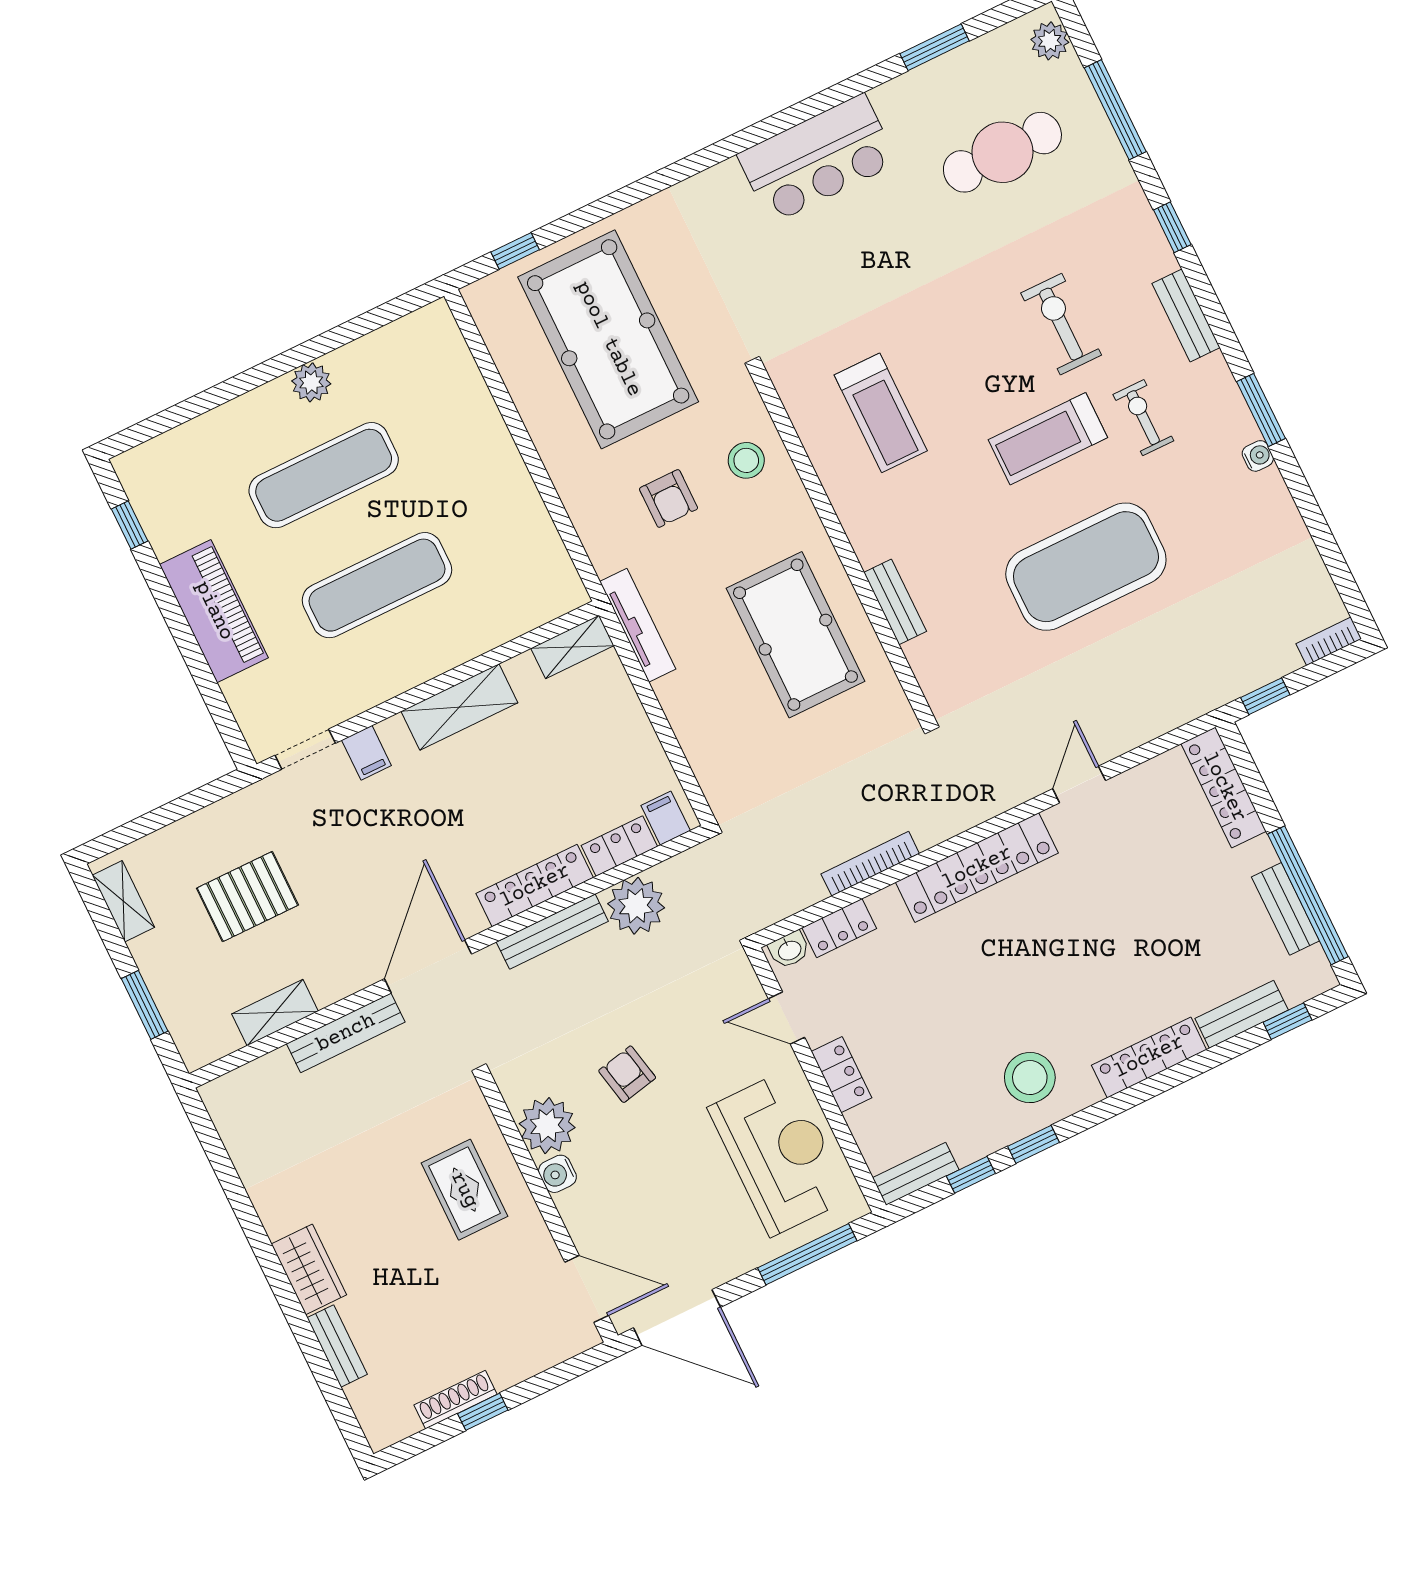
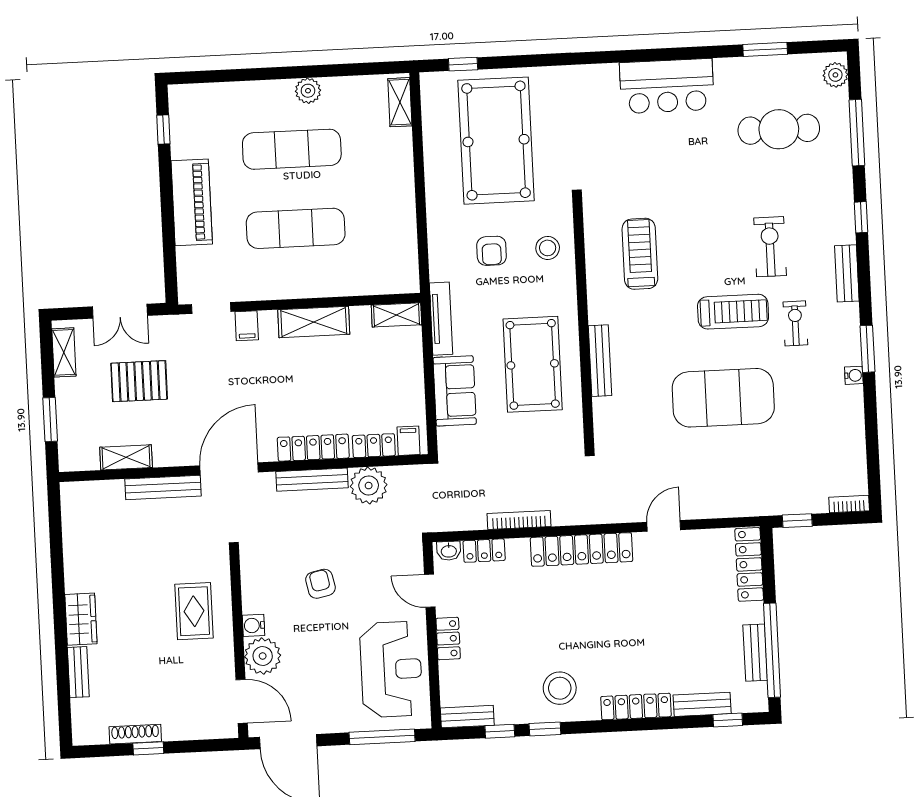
shelving: (448, 343) -> (400, 102), added
treadmill: (881, 413) -> (640, 254), turned 180
treadmill: (1048, 439) -> (733, 312), turned 180
bench: (895, 602) -> (600, 361), width x1.36
sofa: (701, 719) -> (455, 391), added
double door: (178, 809) -> (120, 311), added
plant: (547, 1126) -> (263, 656), moved

